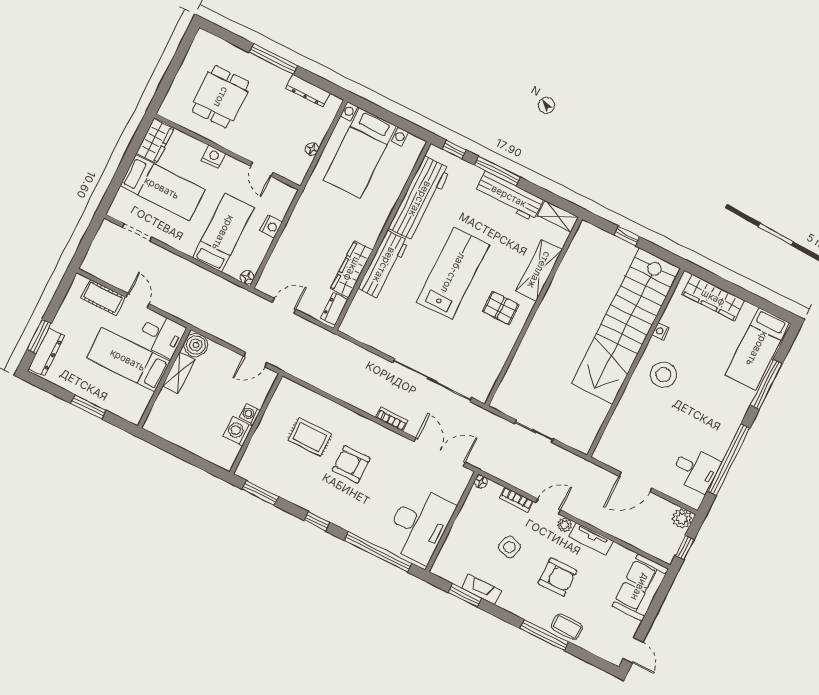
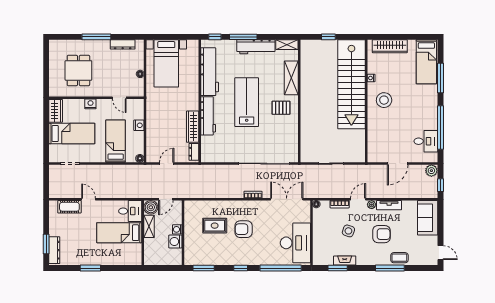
desk: (162, 335) -> (130, 211), moved
boiler: (196, 345) -> (151, 207), moved
bed: (128, 360) -> (119, 233), moved
shelving: (179, 373) -> (149, 226), moved
wall: (164, 378) -> (143, 233), moved

